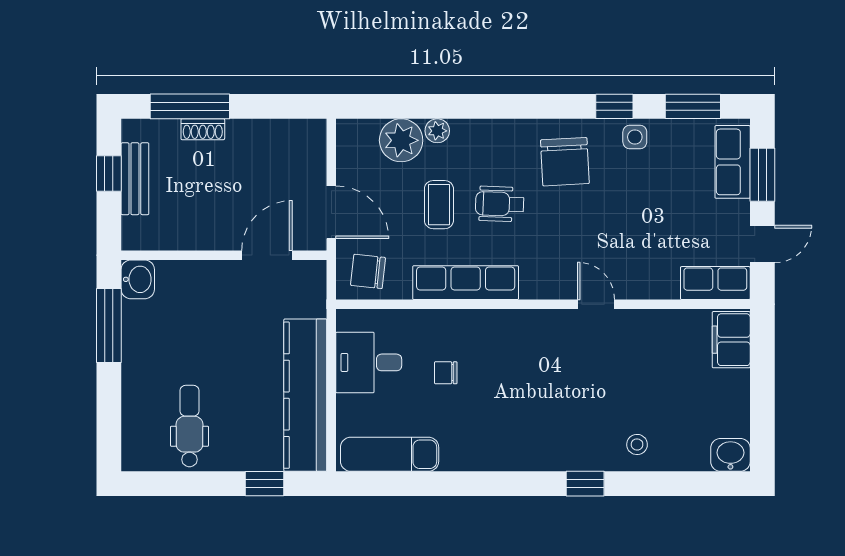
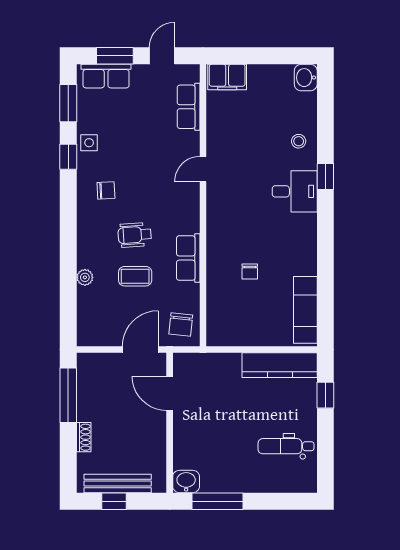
window: (190, 106) -> (68, 395), moved
plant: (401, 140) -> (91, 302), removed
chair: (565, 162) -> (106, 190), width x0.54, depth x0.54
bench: (135, 179) -> (118, 483), width x1.36
wheelchair: (500, 204) -> (135, 235), turned 84
door: (762, 244) -> (162, 56), hinge flipped
row of seats: (466, 283) -> (188, 258), width x0.68
row of seats: (715, 283) -> (189, 107), moved
desk: (369, 362) -> (295, 191), moved, turned -90
kitchen counter: (305, 395) -> (280, 365), width x0.72, depth x0.86

